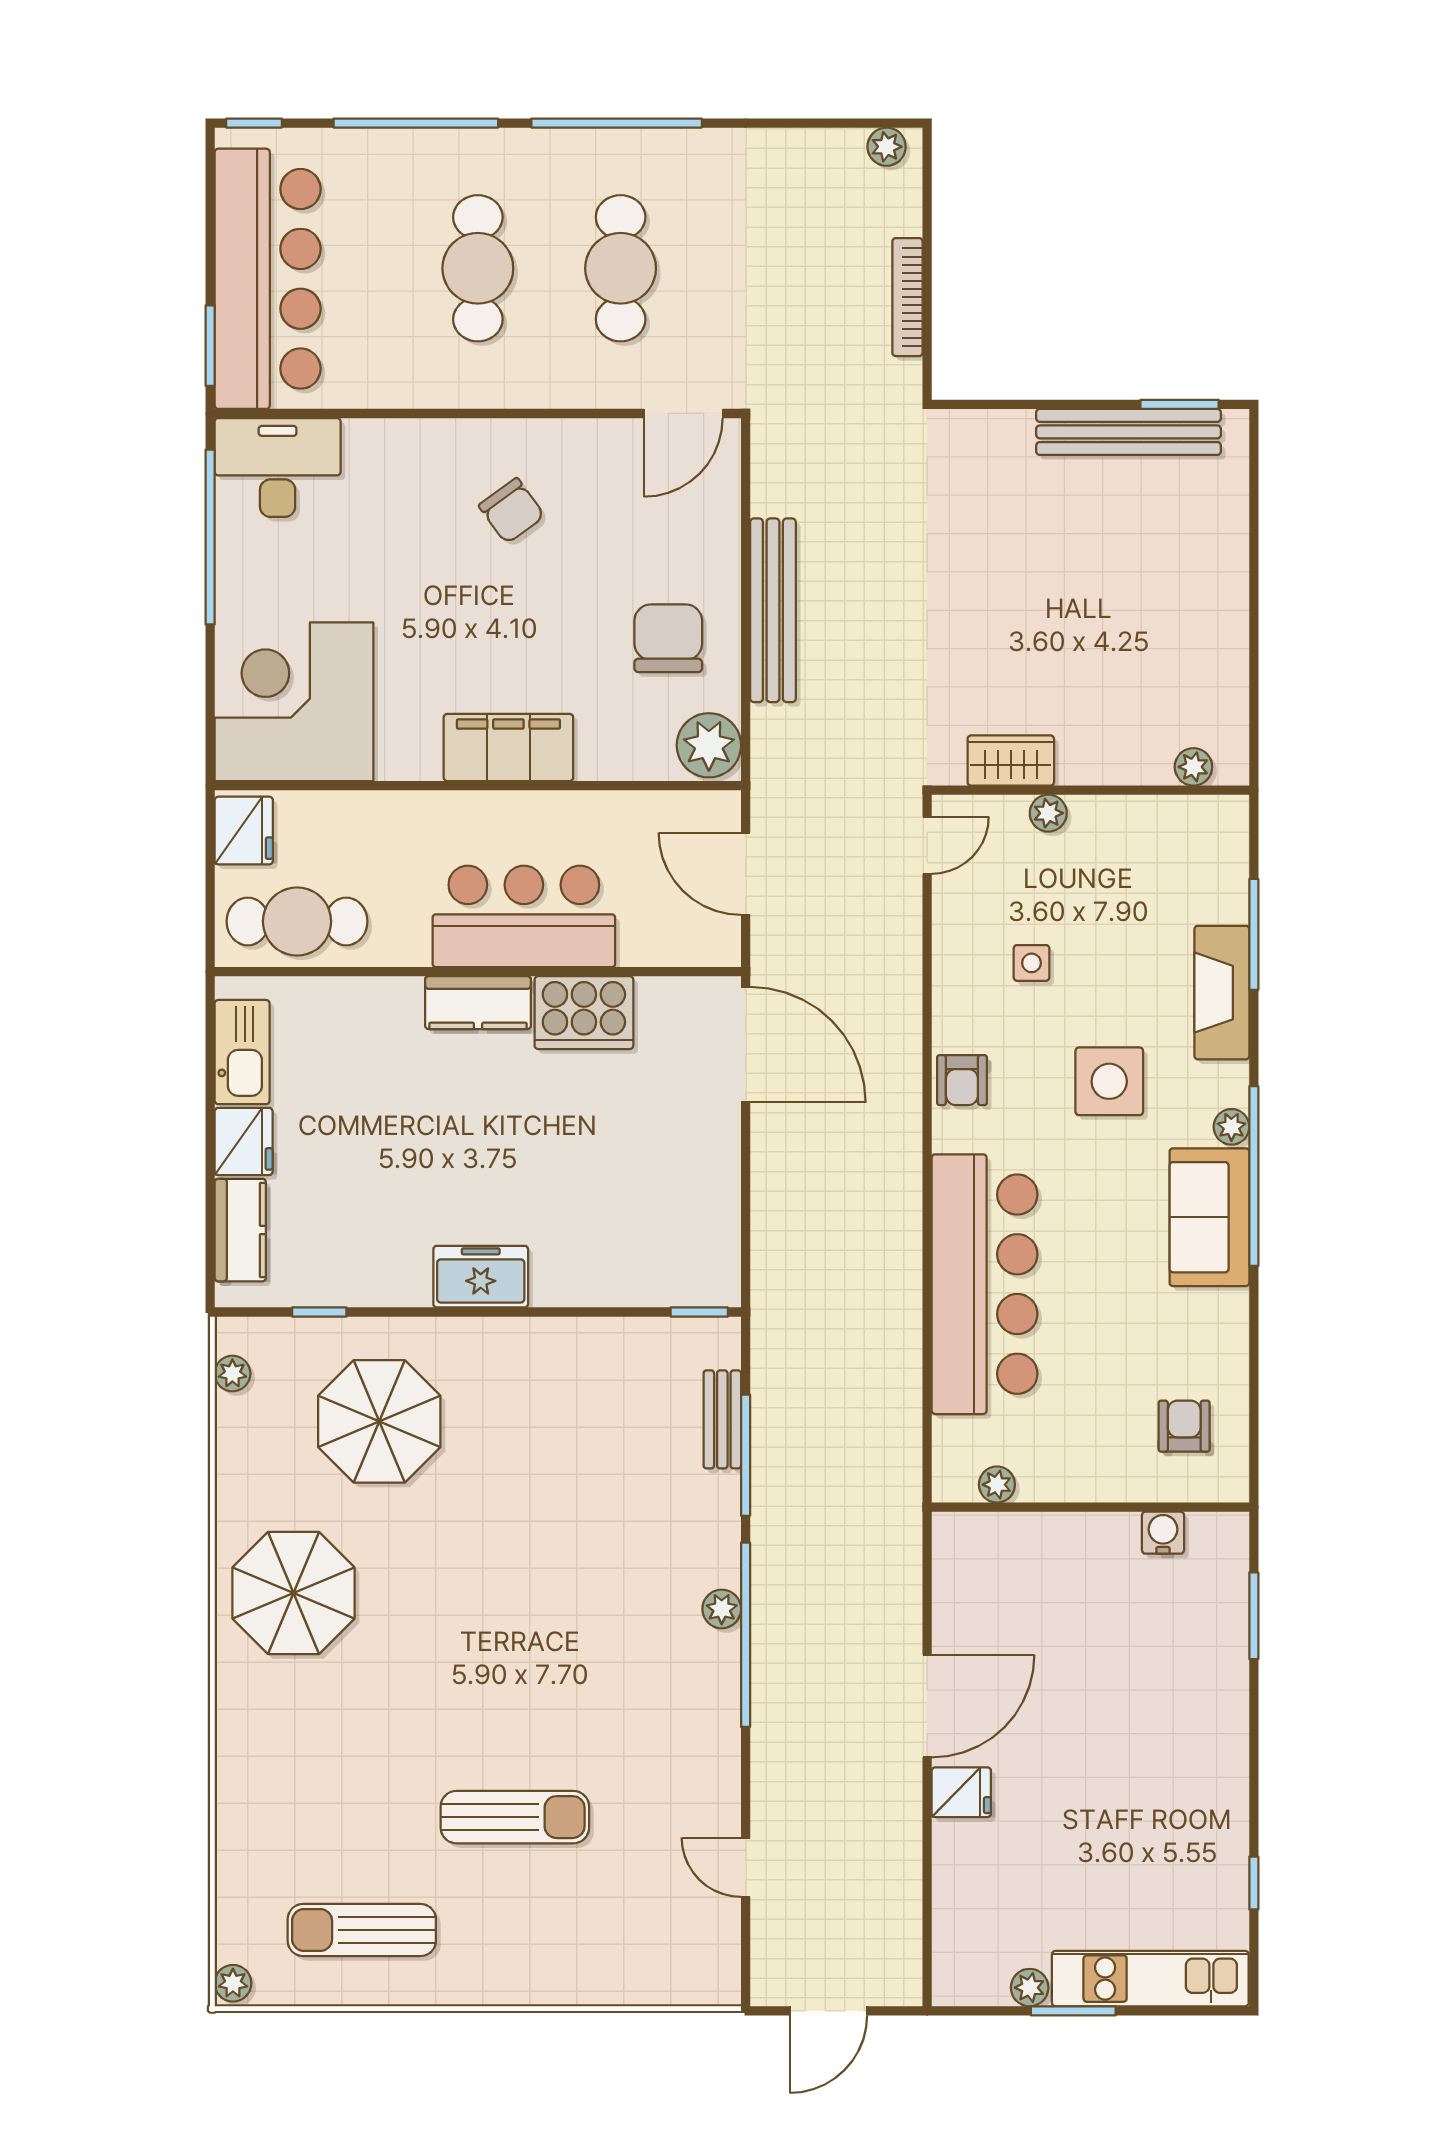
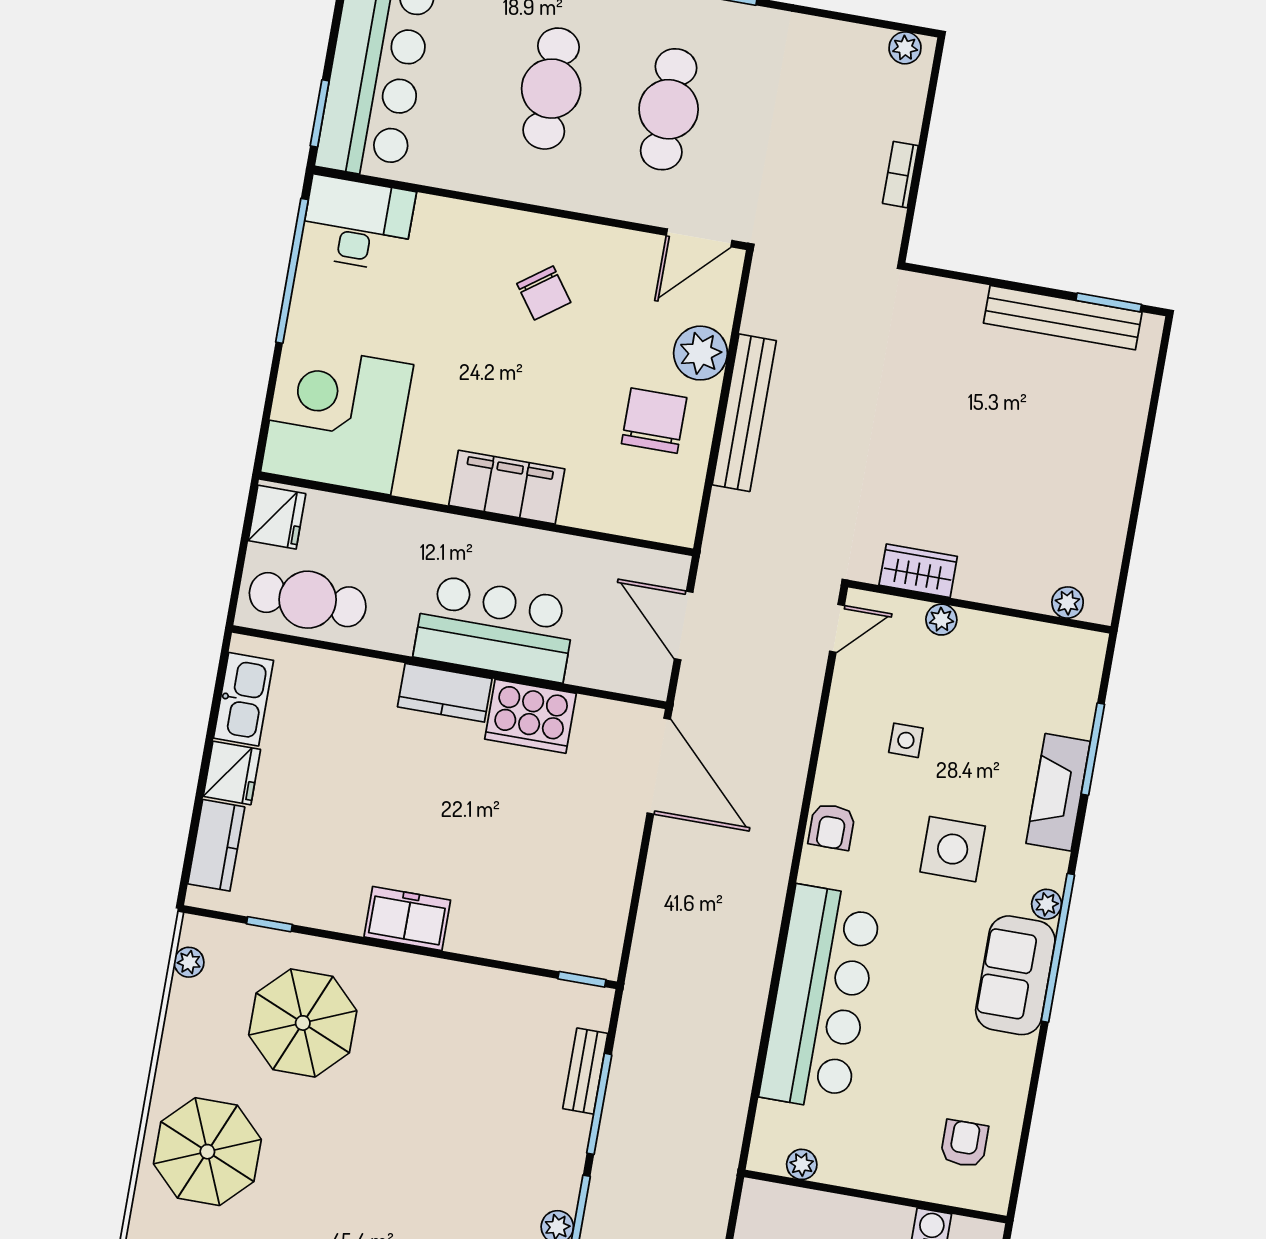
bookcase: (907, 297) -> (900, 175), width x0.64
plant: (709, 745) -> (700, 353), moved

